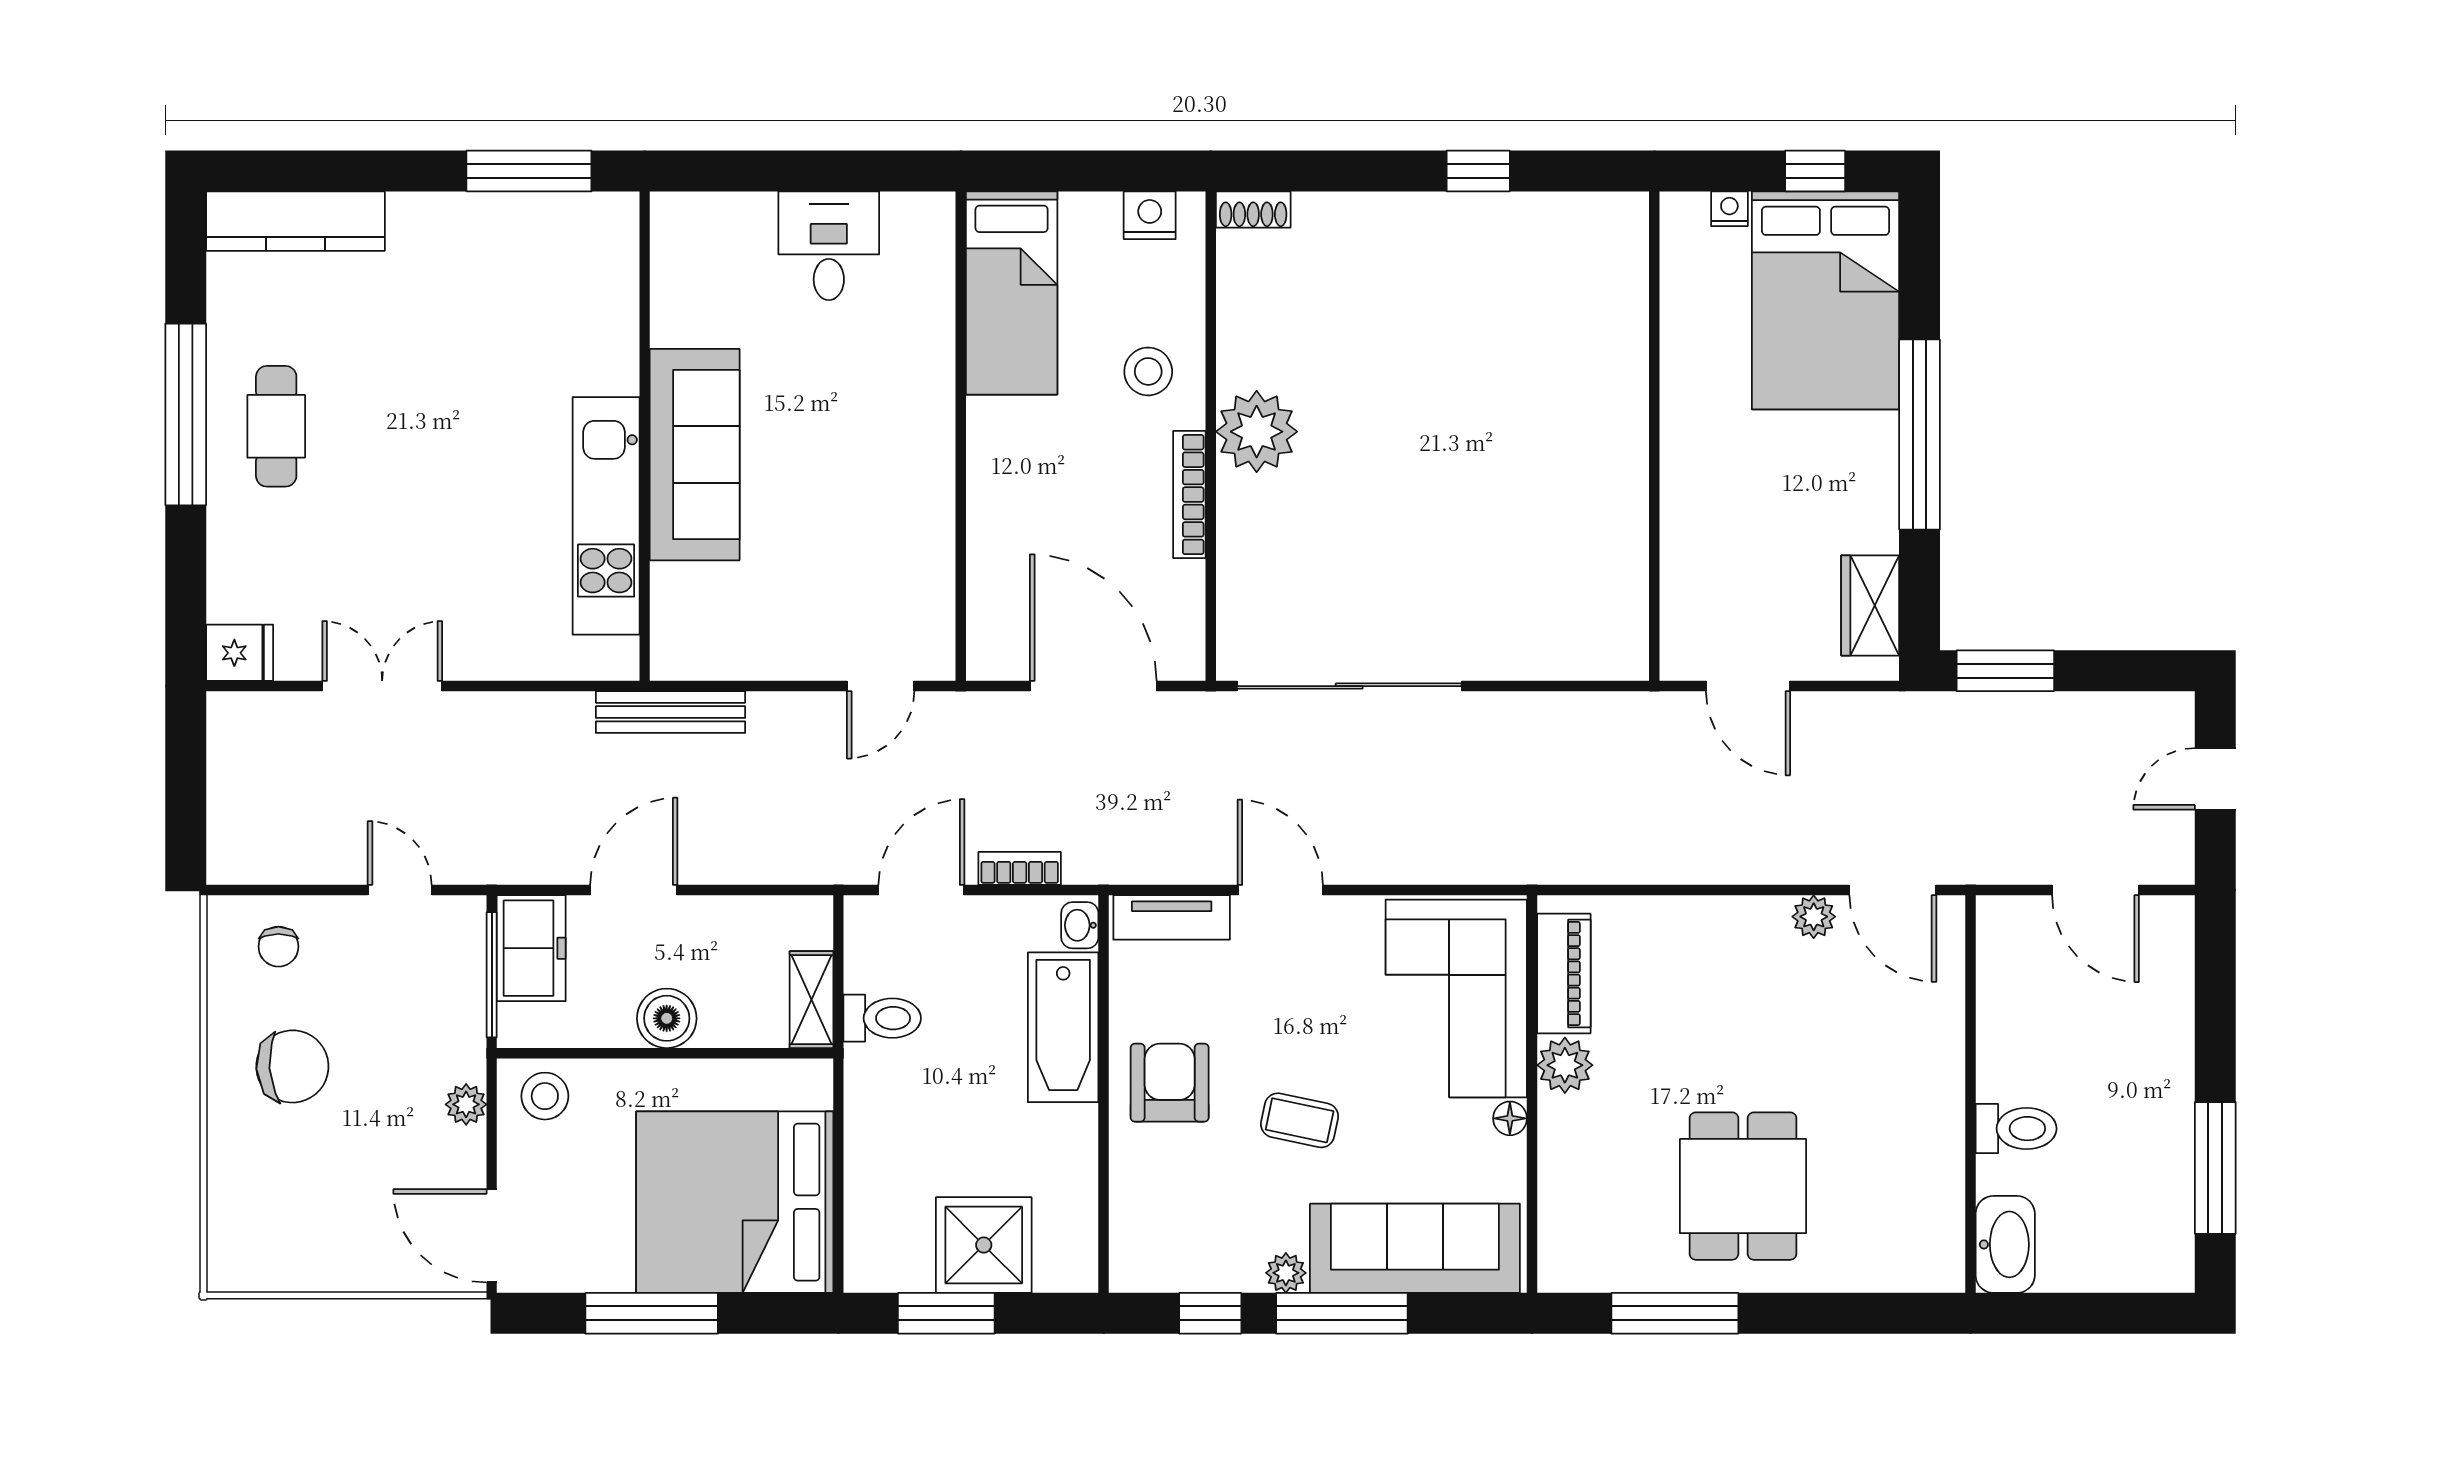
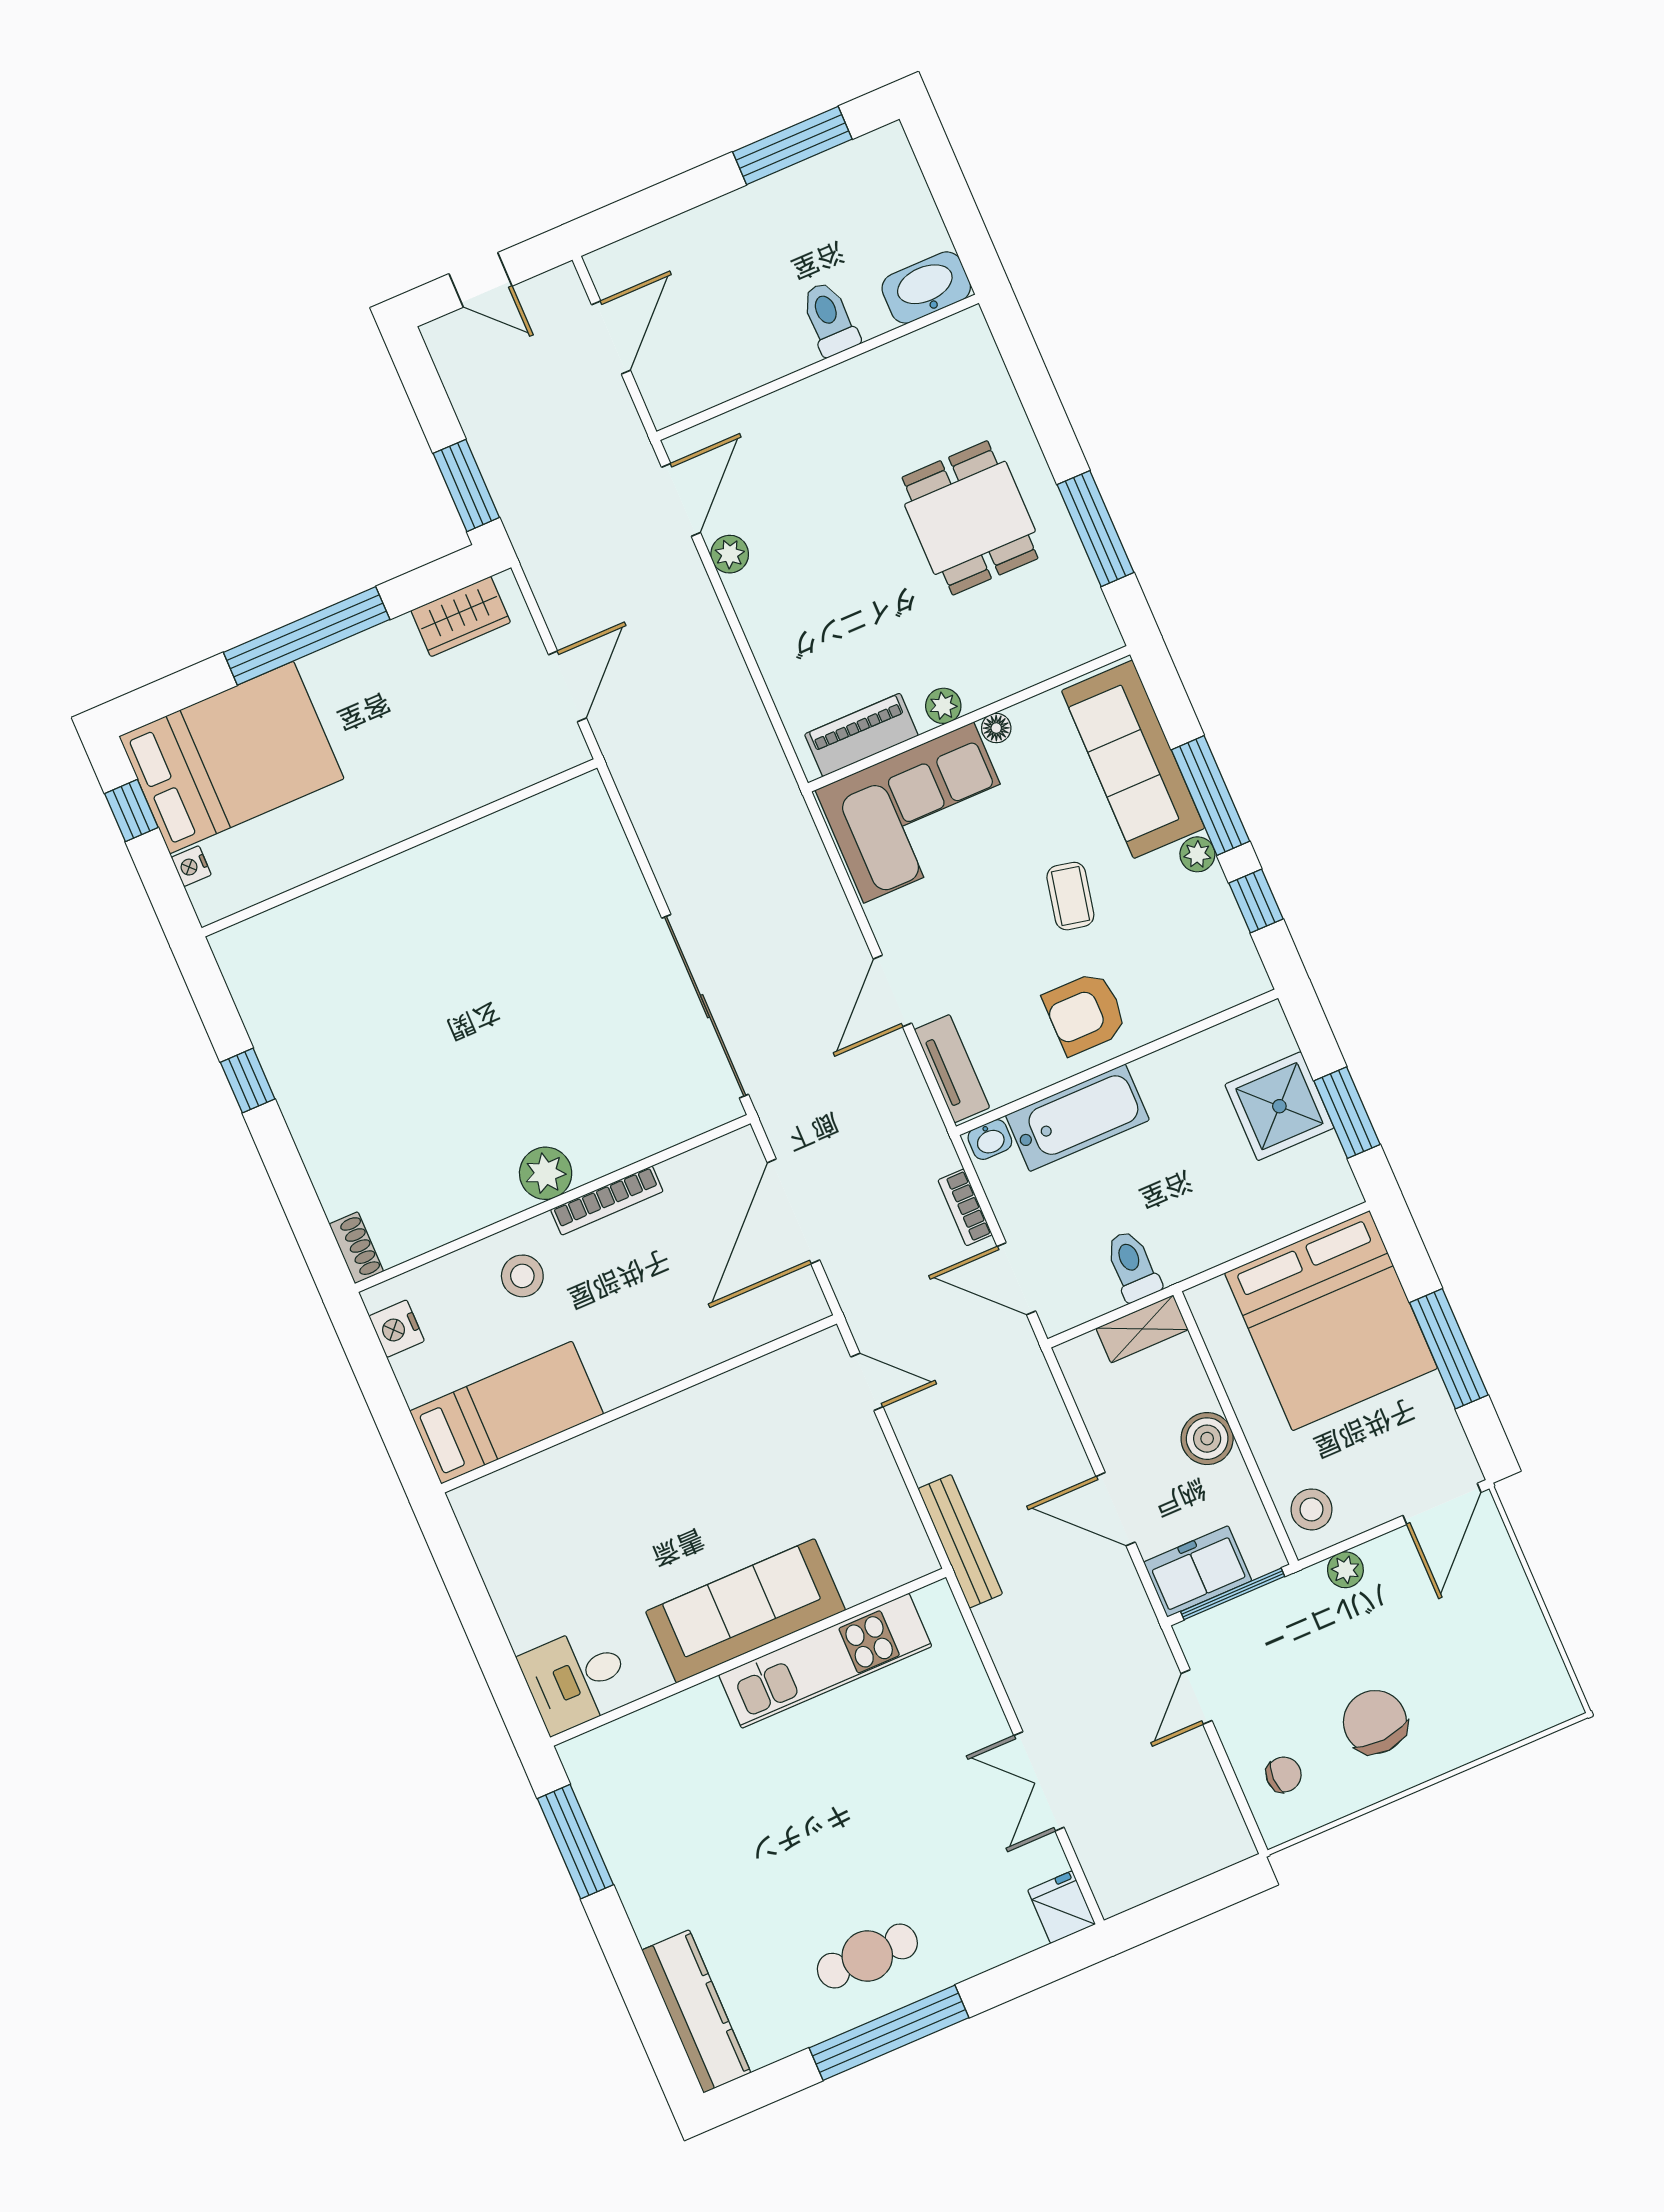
desk: (829, 246) -> (576, 1679), moved
plant: (1257, 432) -> (546, 1173), width x0.73, depth x0.73
plant: (1565, 1065) -> (943, 706), width x0.73, depth x0.73
dining table: (1743, 1186) -> (970, 518), turned 90

